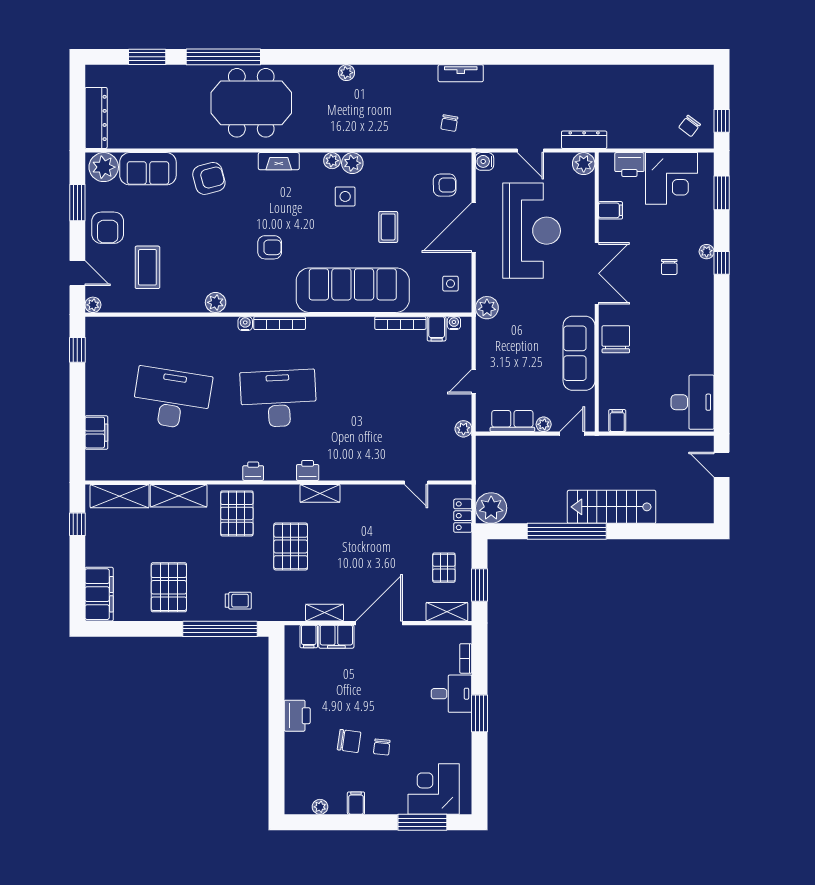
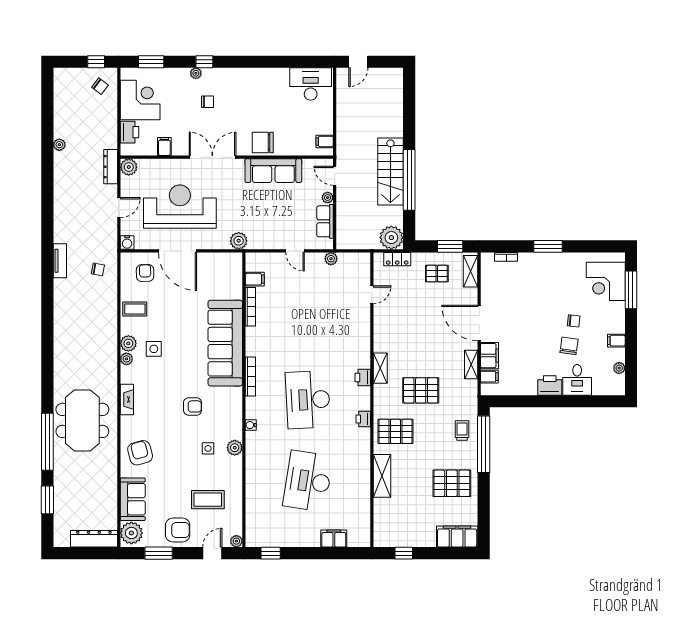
plant: (346, 73) -> (59, 145), moved
coffee table: (388, 227) -> (135, 309), moved
armchair: (270, 247) -> (193, 406), turned 90
side table: (450, 284) -> (208, 448), moved
bookcase: (280, 323) -> (250, 377), moved
water cooler: (454, 323) -> (250, 266), removed
shelving: (120, 496) -> (382, 521), removed
stairs: (612, 507) -> (390, 172), moved
desk: (452, 694) -> (577, 380), moved, turned 180

